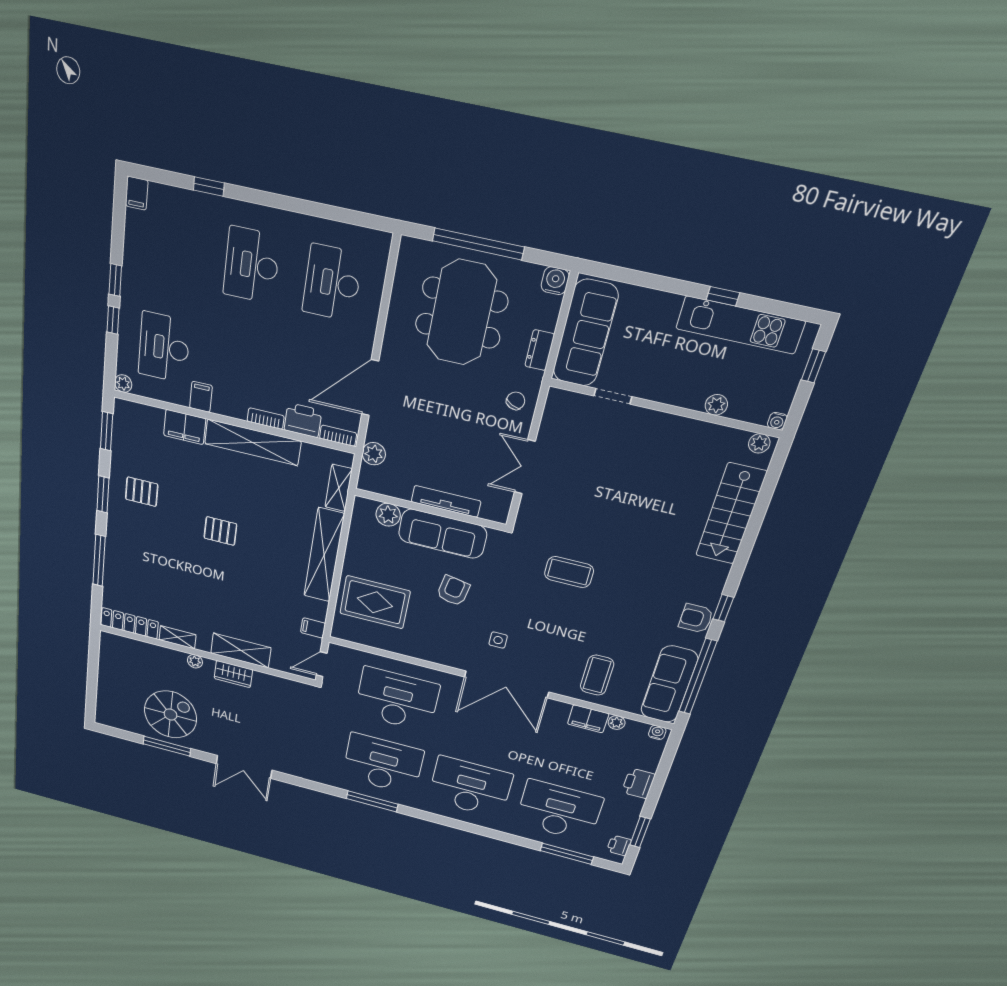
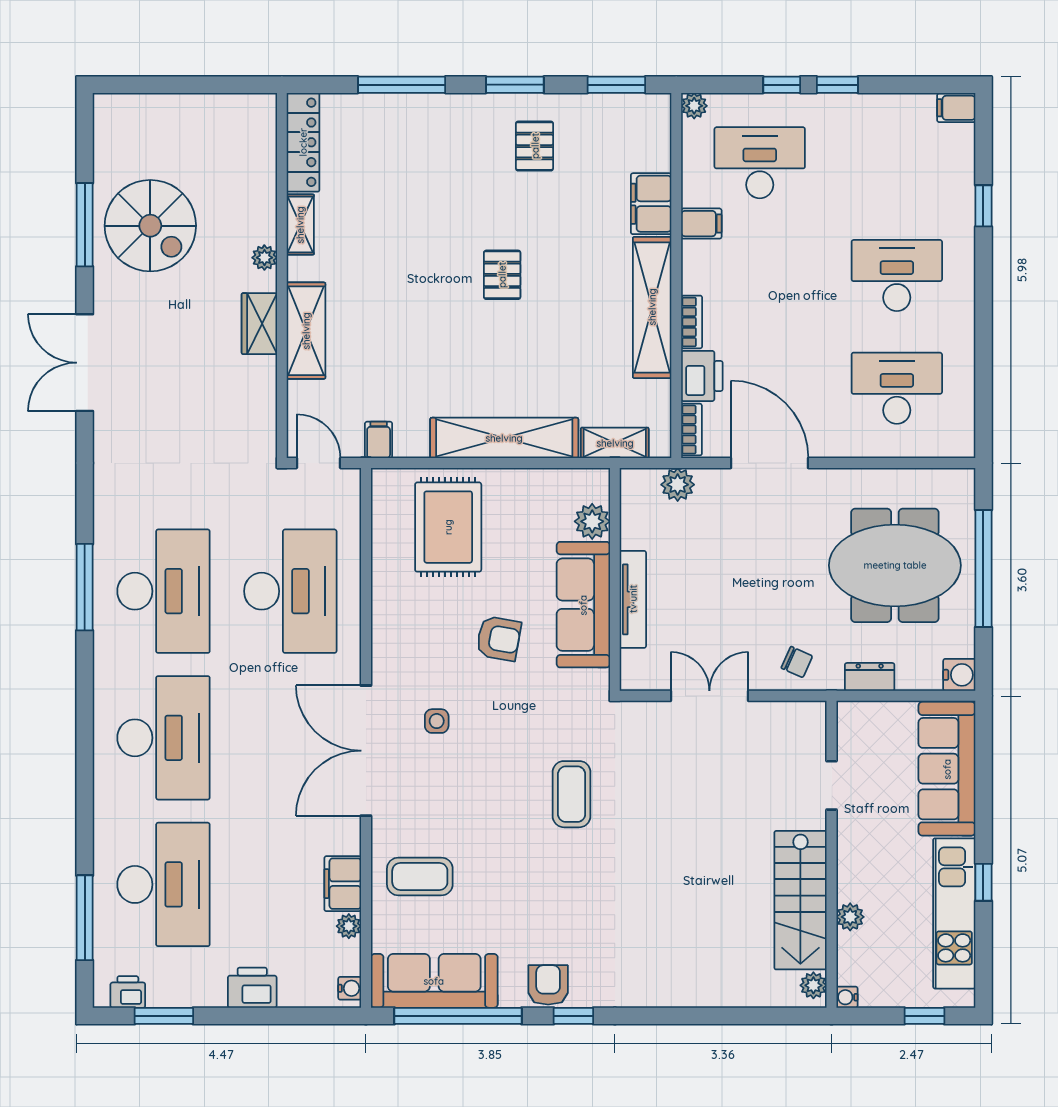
sofa: (585, 333) -> (947, 769), moved, turned 90
stairs: (731, 514) -> (800, 900), moved, turned -90

